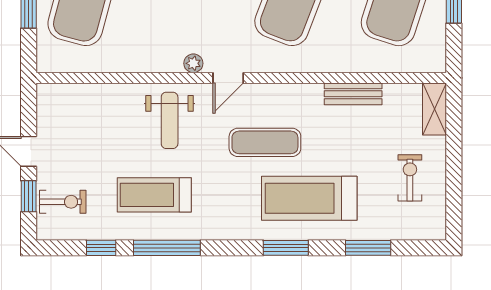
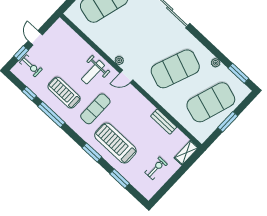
exercise mat: (265, 142) -> (95, 109), moved, turned 90

